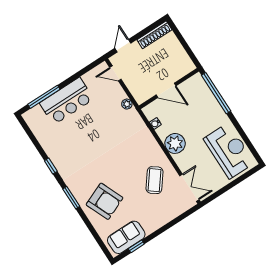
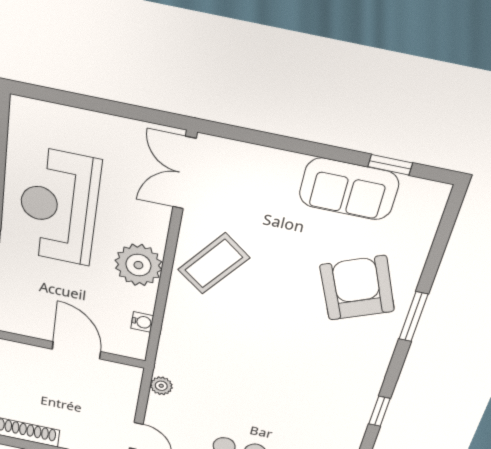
reception desk: (229, 151) -> (58, 207), moved
coffee table: (155, 180) -> (214, 264), moved
window: (71, 198) -> (413, 317), moved
sofa: (126, 237) -> (349, 189), moved

